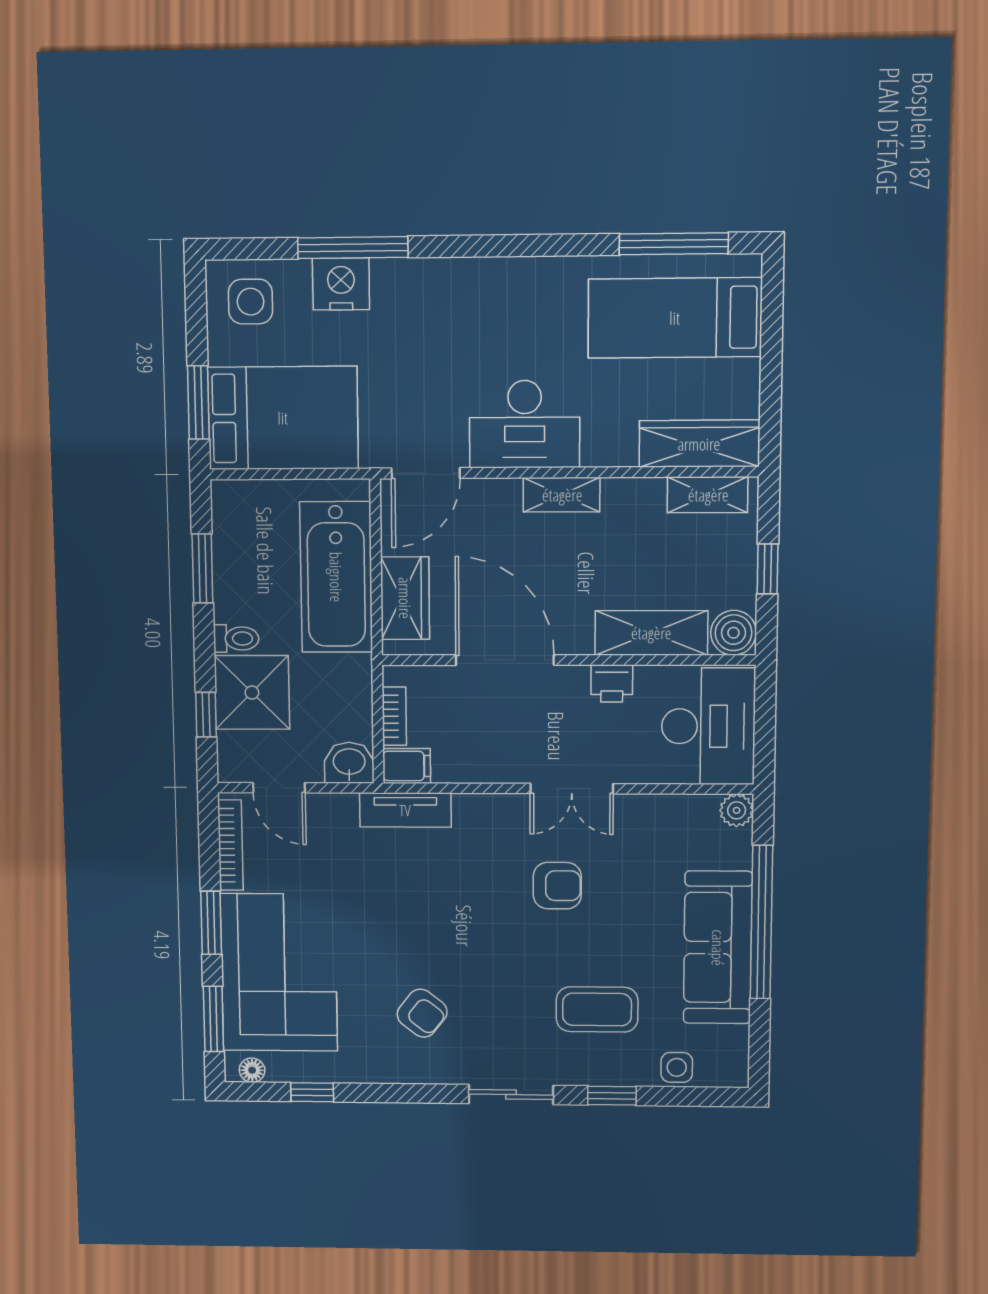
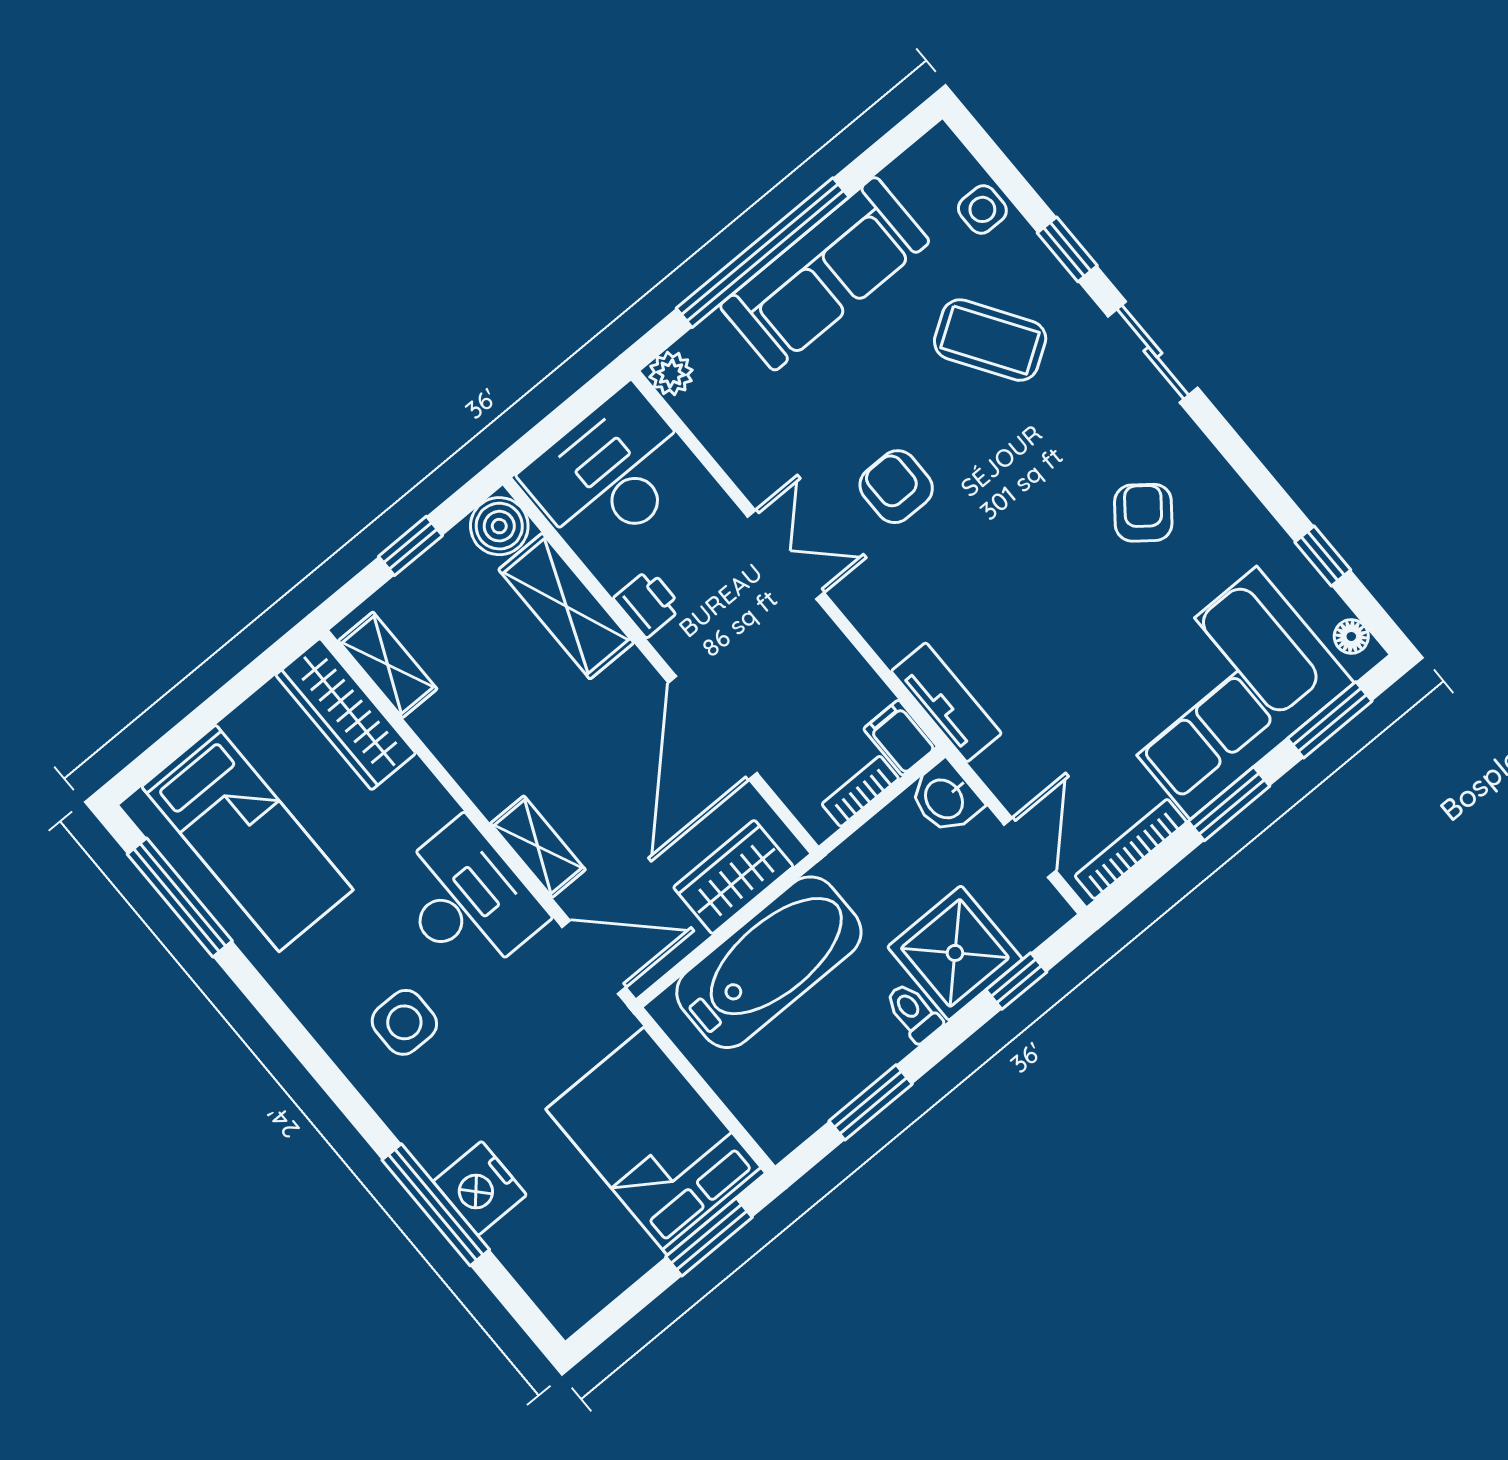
side table: (251, 302) -> (404, 1022), moved
shelving: (562, 495) -> (538, 847), moved
coffee table: (597, 1009) -> (990, 340), turned -33

